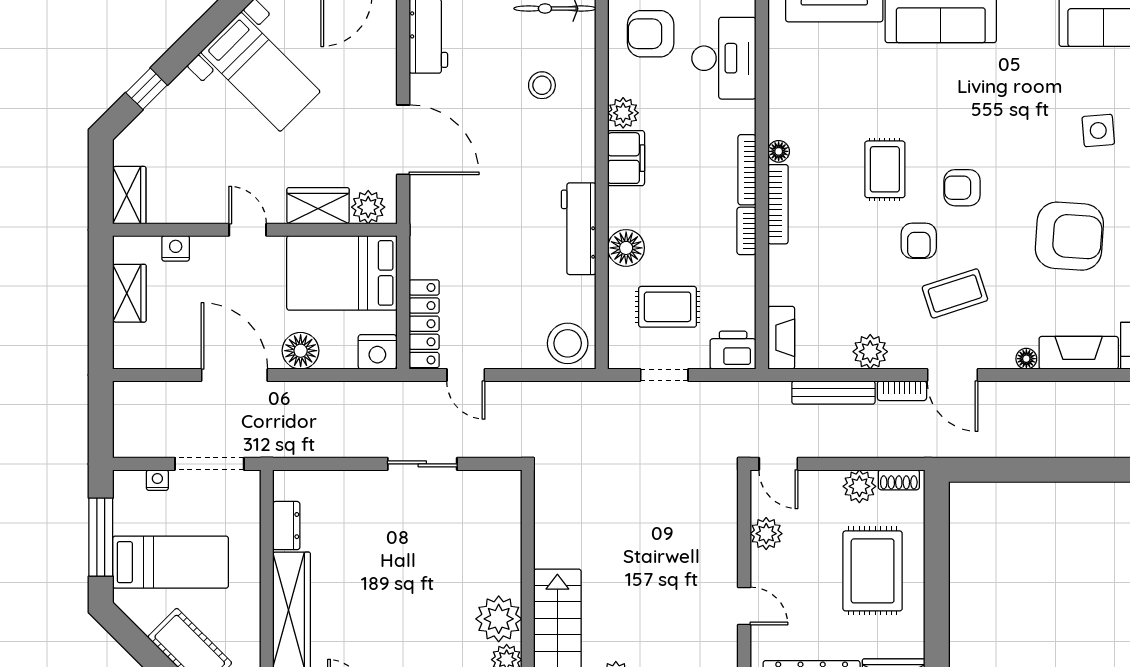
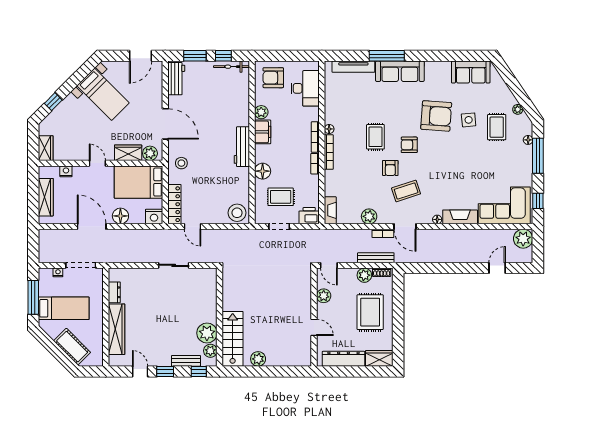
stool: (542, 85) -> (181, 163), moved
workbench: (579, 229) -> (242, 147), moved
armchair: (1069, 236) -> (436, 116), moved
wardrobe: (129, 293) -> (46, 197), width x1.50
bench: (833, 393) -> (376, 258), moved

